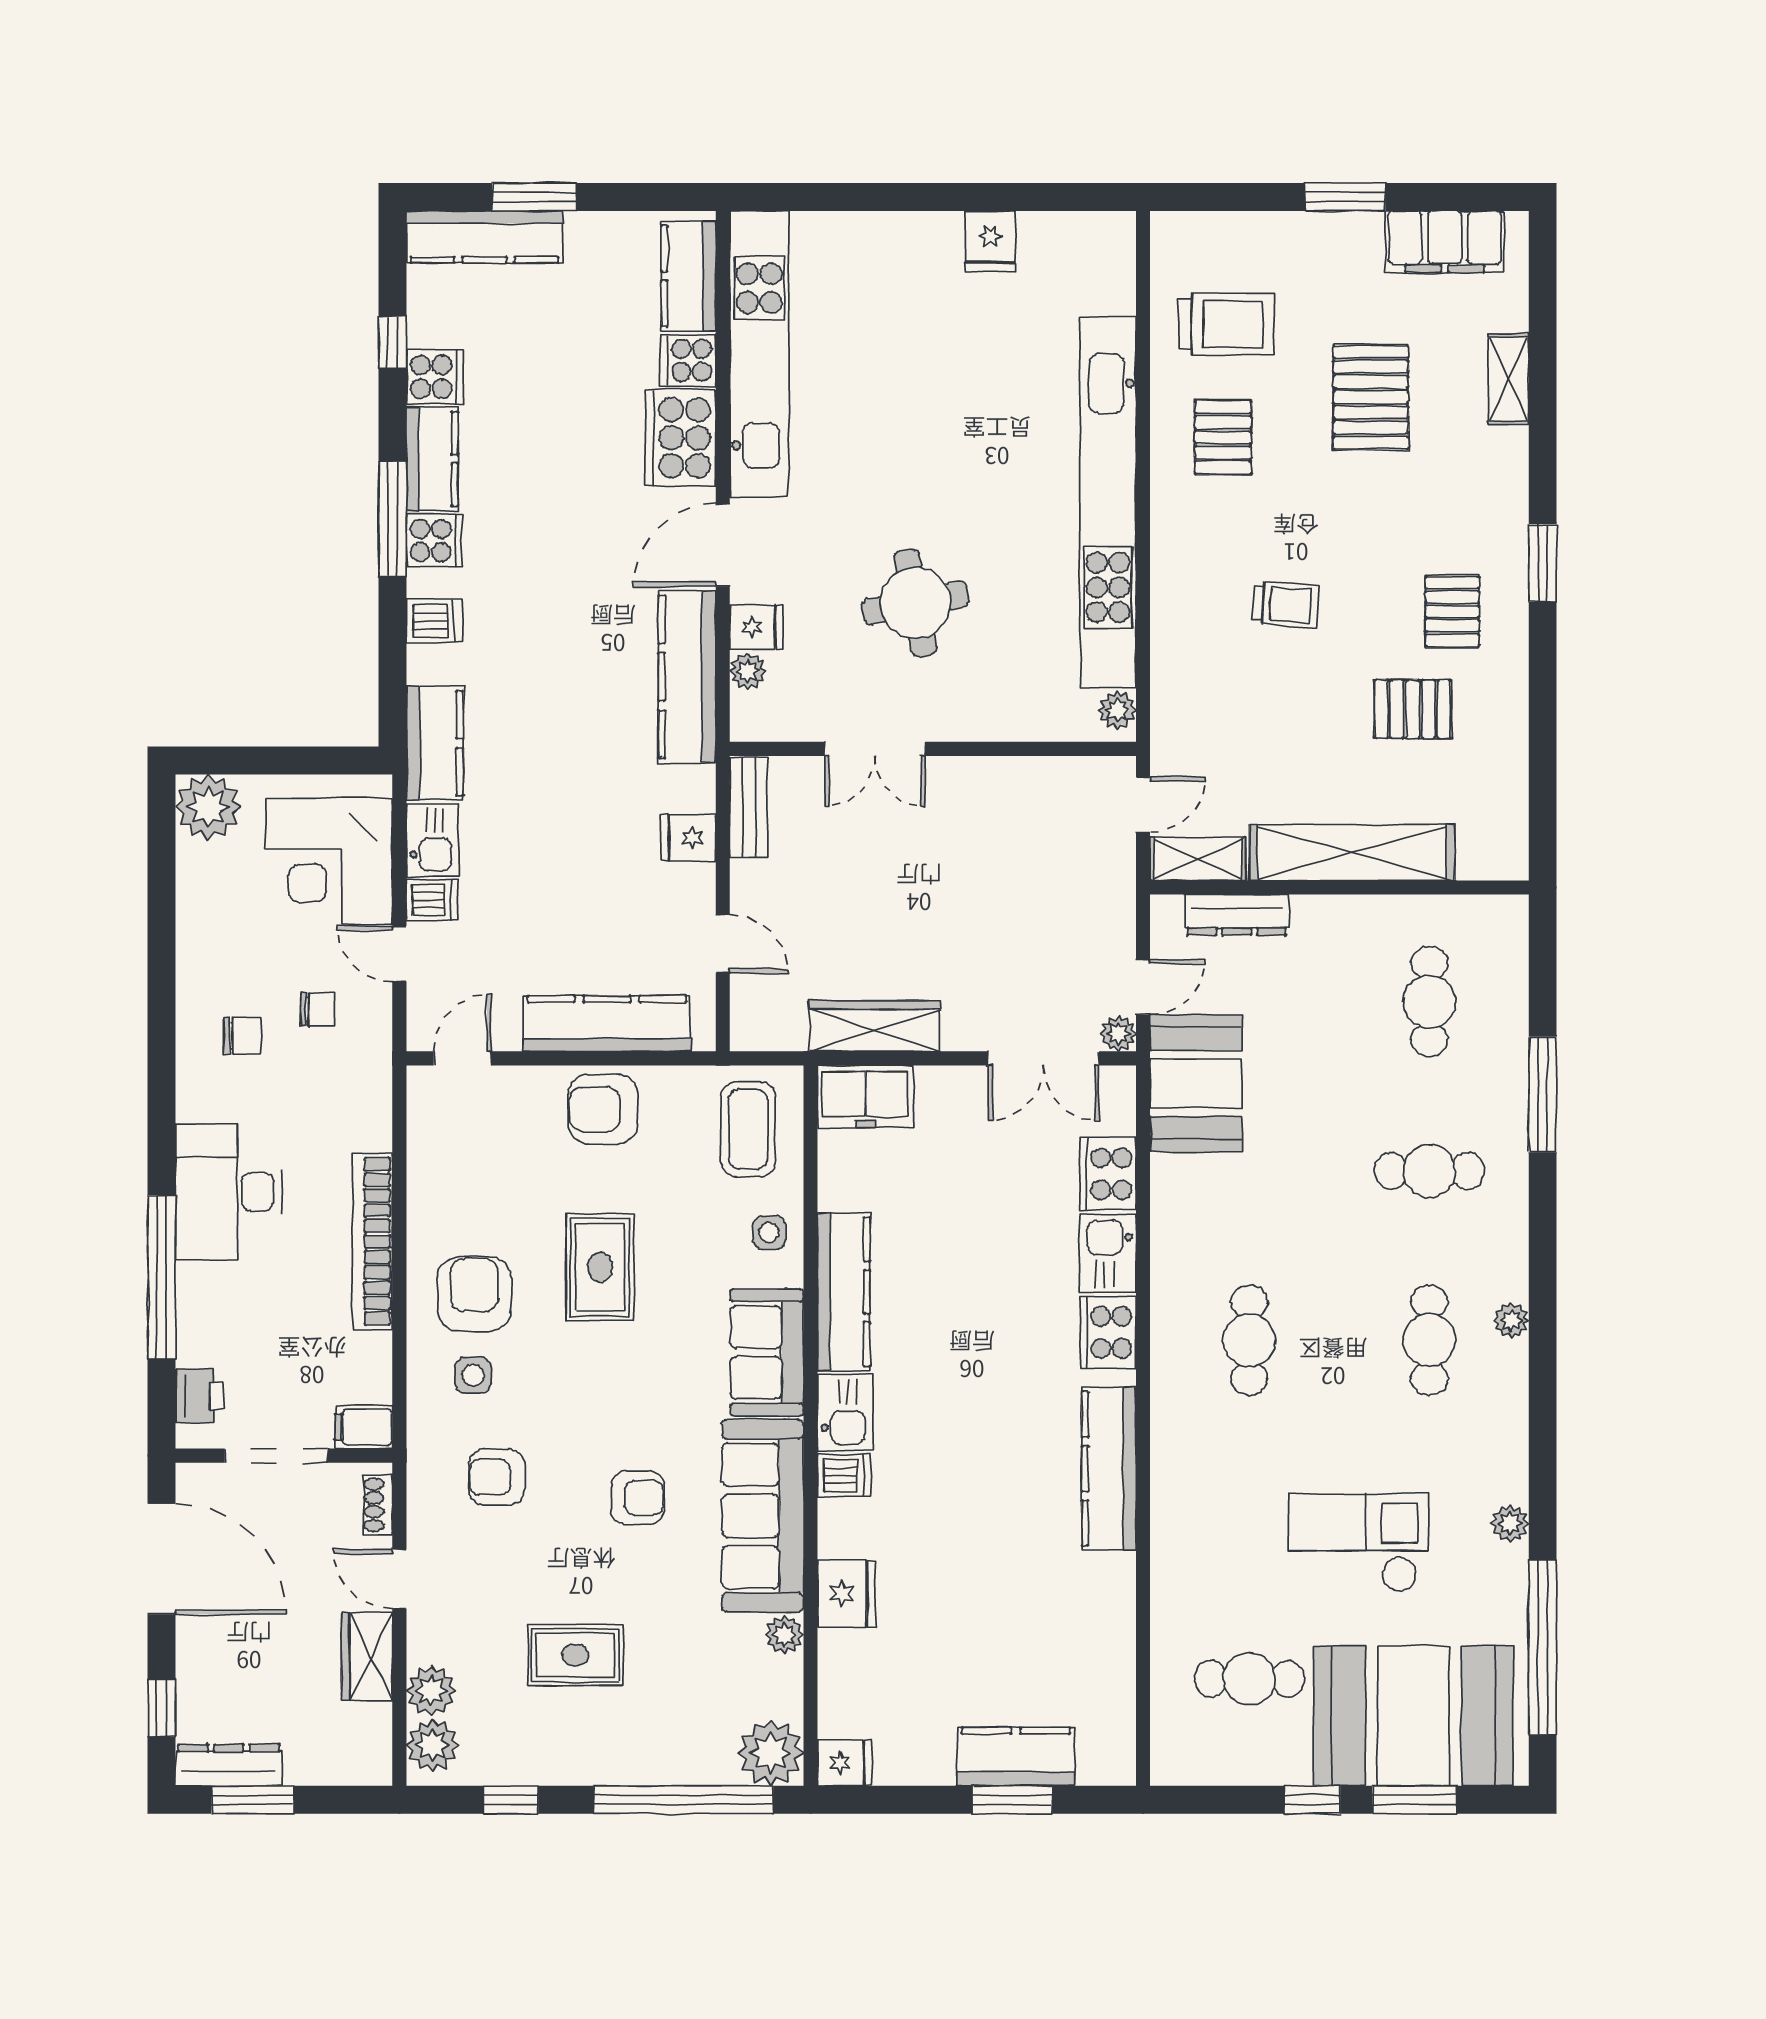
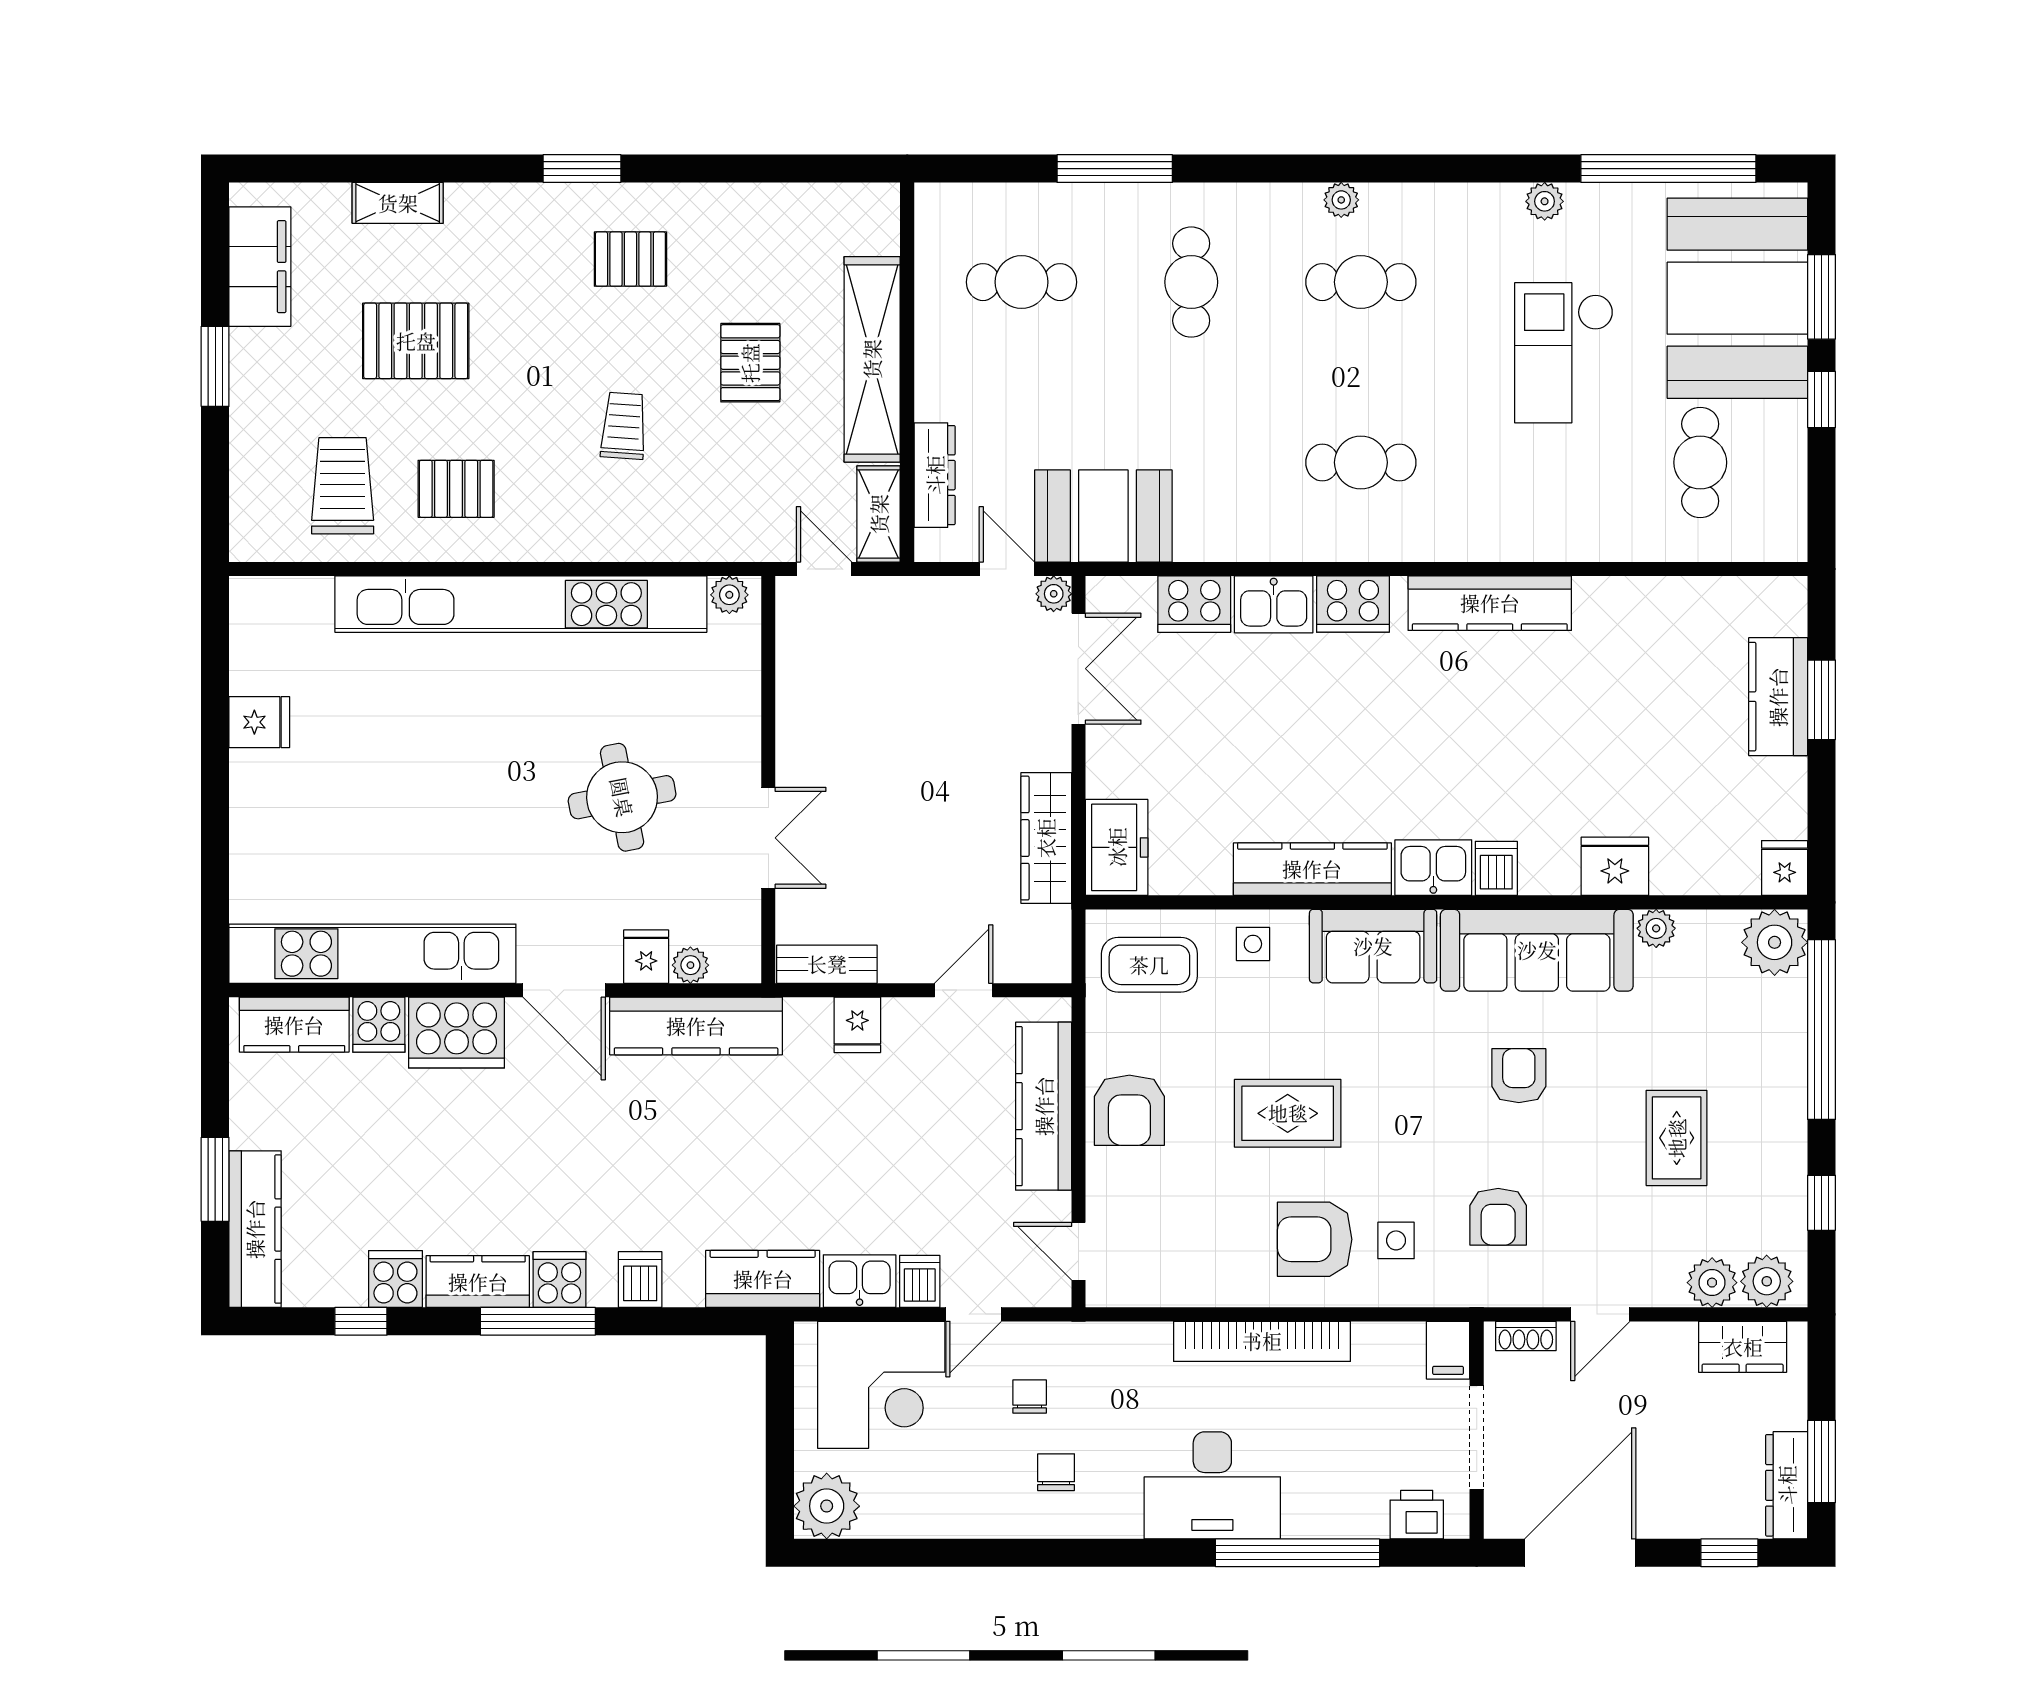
pallet: (1413, 709) -> (750, 363), moved
wardrobe: (367, 1657) -> (1743, 1347), moved

